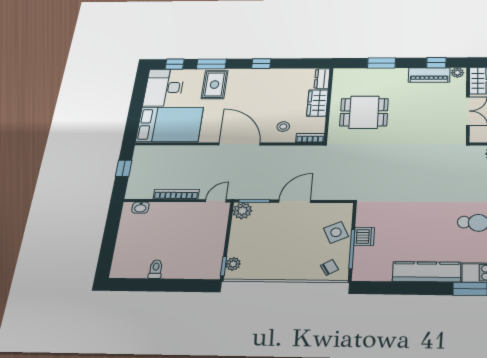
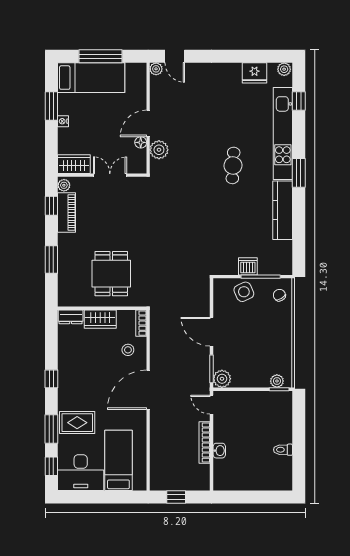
bed: (170, 124) -> (118, 460), width x0.67
washbasin: (140, 208) -> (219, 451), moved

